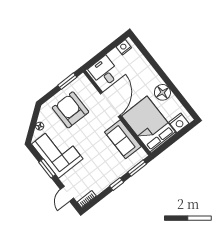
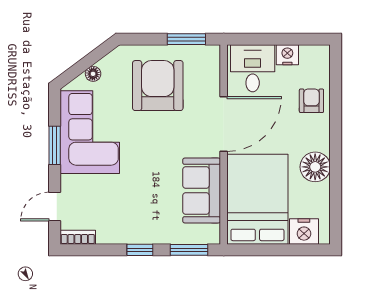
nightstand: (124, 47) -> (287, 55), moved
armchair: (139, 66) -> (311, 101), added

